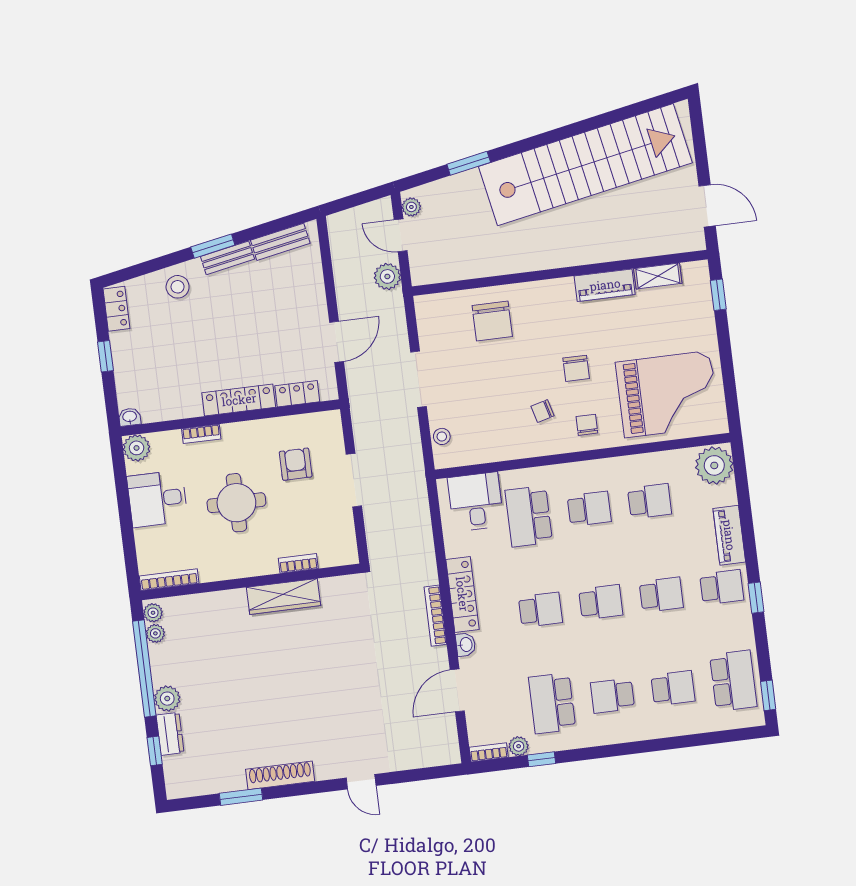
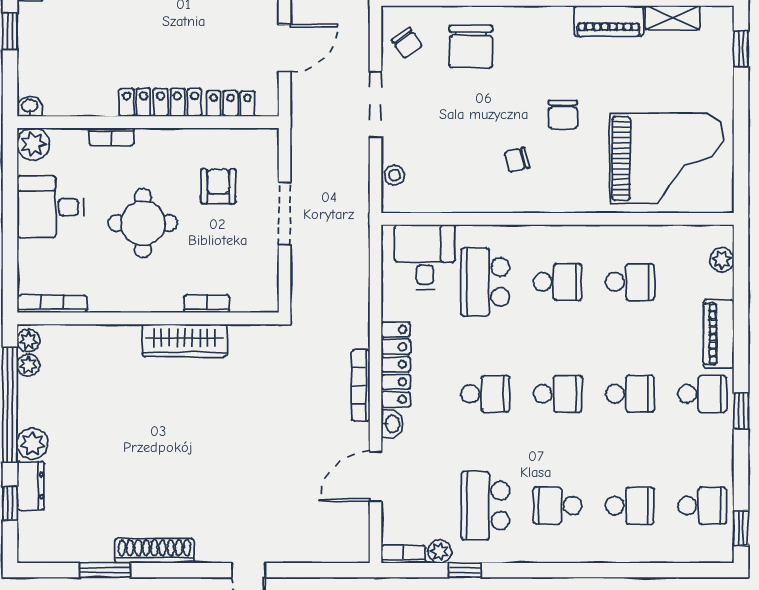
chair: (587, 425) -> (407, 43), moved, turned 145
plant: (714, 465) -> (722, 260), width x0.53, depth x0.53
school desk: (733, 681) -> (702, 506), width x0.54

